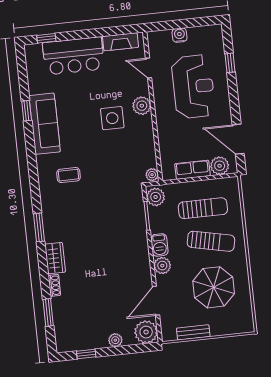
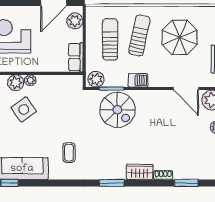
side table: (112, 118) -> (24, 109), turned -37
row of seats: (192, 170) -> (76, 57), moved
plant: (152, 175) -> (30, 80), moved
spiral stairs: (123, 225) -> (117, 110), added
plant: (162, 266) -> (156, 80), removed

